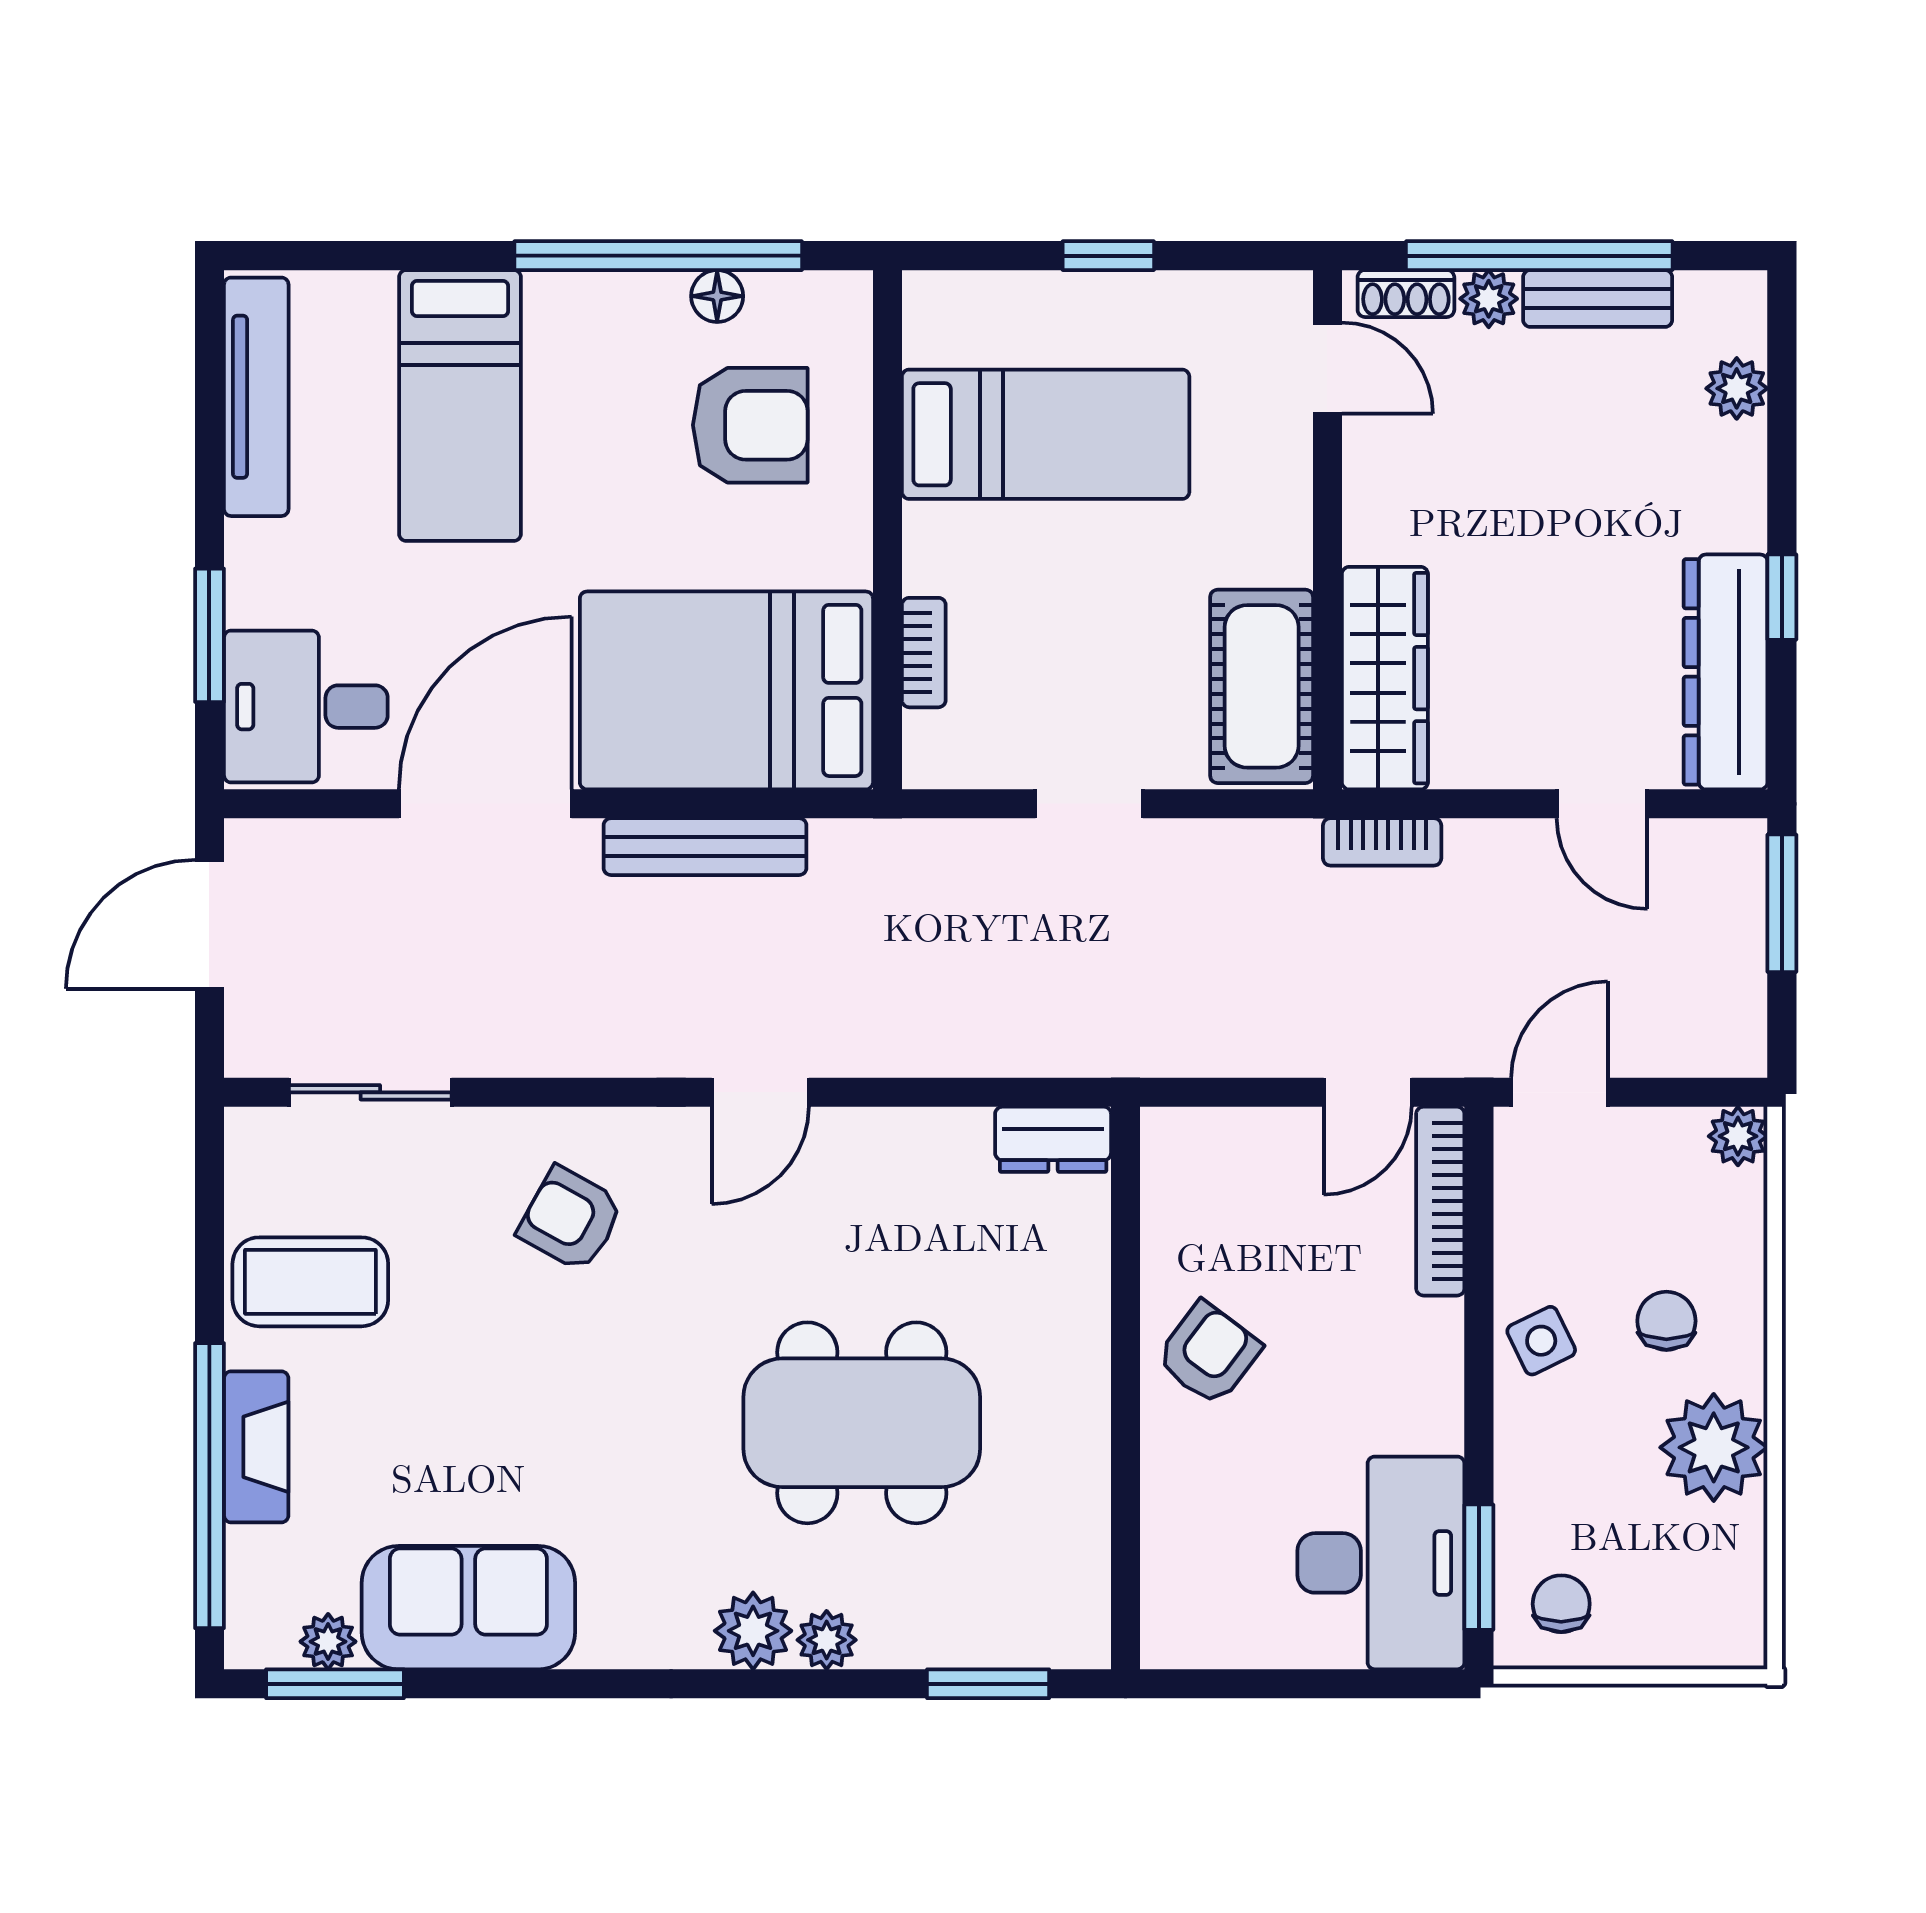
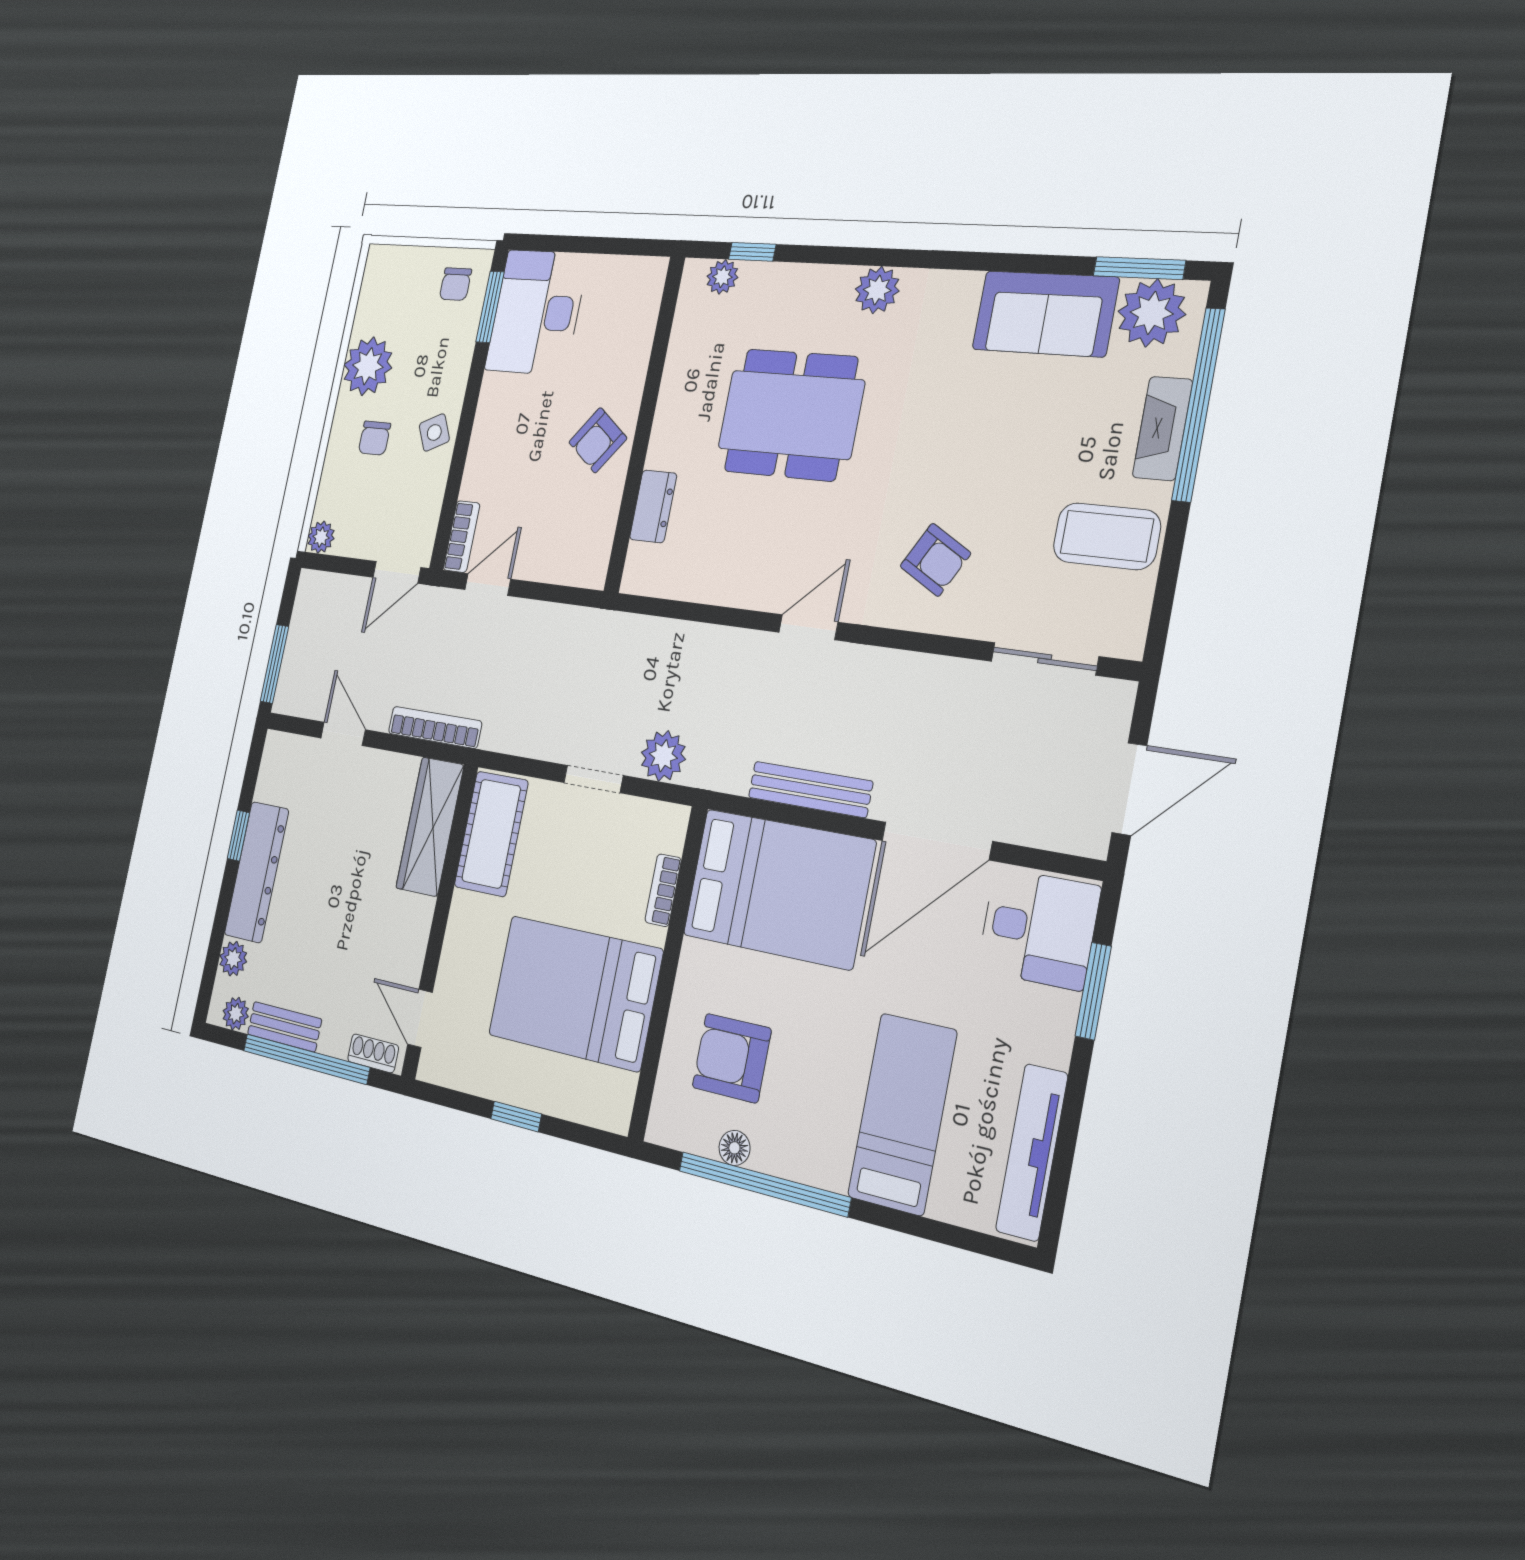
plant: (1489, 299) -> (236, 1014), moved
bed: (1046, 434) -> (575, 993), width x1.50
dresser: (1726, 672) -> (257, 872), moved
bookcase: (1382, 842) -> (435, 727), width x1.56
plant: (970, 859) -> (663, 756), added
dresser: (1053, 1139) -> (653, 506), moved, turned 90
bookcase: (1440, 1201) -> (462, 537), width x0.64
plant: (827, 1640) -> (722, 277), moved
plant: (328, 1642) -> (1152, 313), width x1.88, depth x1.88
window: (988, 1684) -> (752, 252), width x0.67

